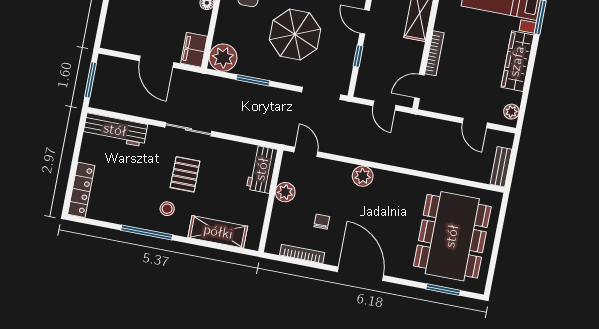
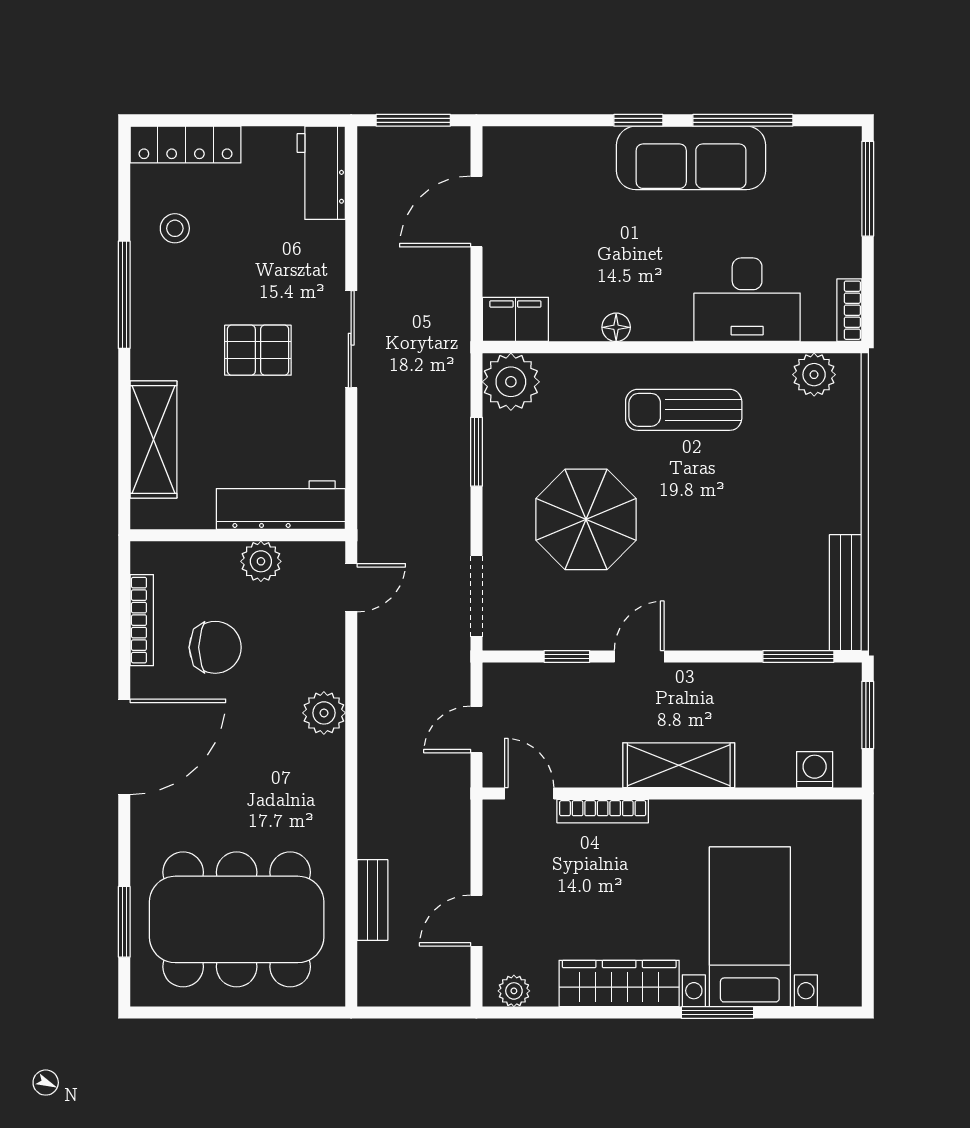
door: (156, 62) -> (476, 211), moved
workbench: (115, 130) -> (321, 173), width x0.73
bench: (501, 167) -> (372, 900), moved, turned 90
workbench: (262, 169) -> (281, 505), width x1.37
stool: (167, 209) -> (175, 228), moved
chair: (322, 222) -> (215, 647), width x1.87, depth x1.87

